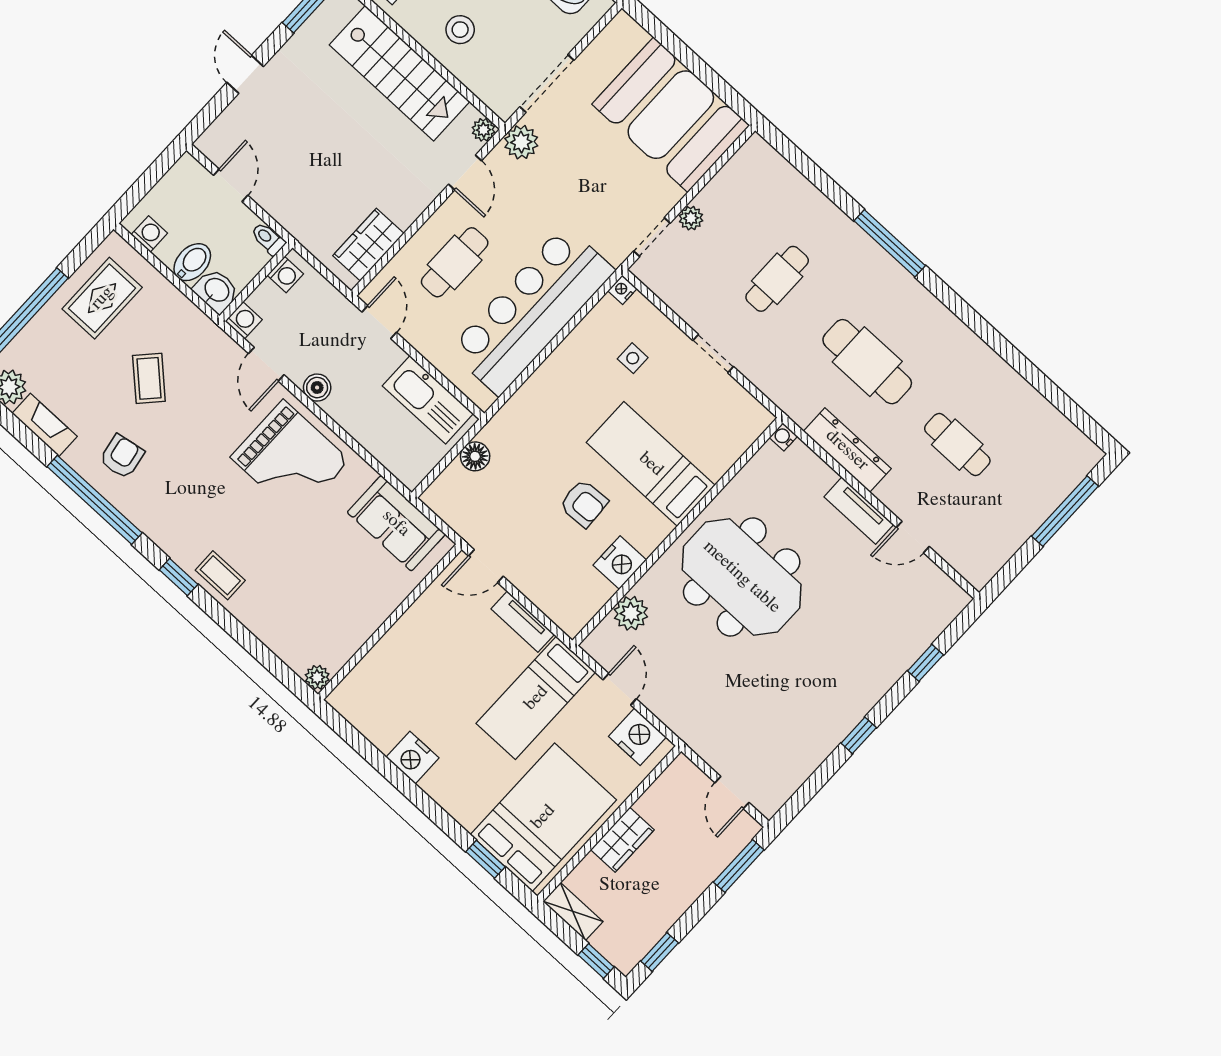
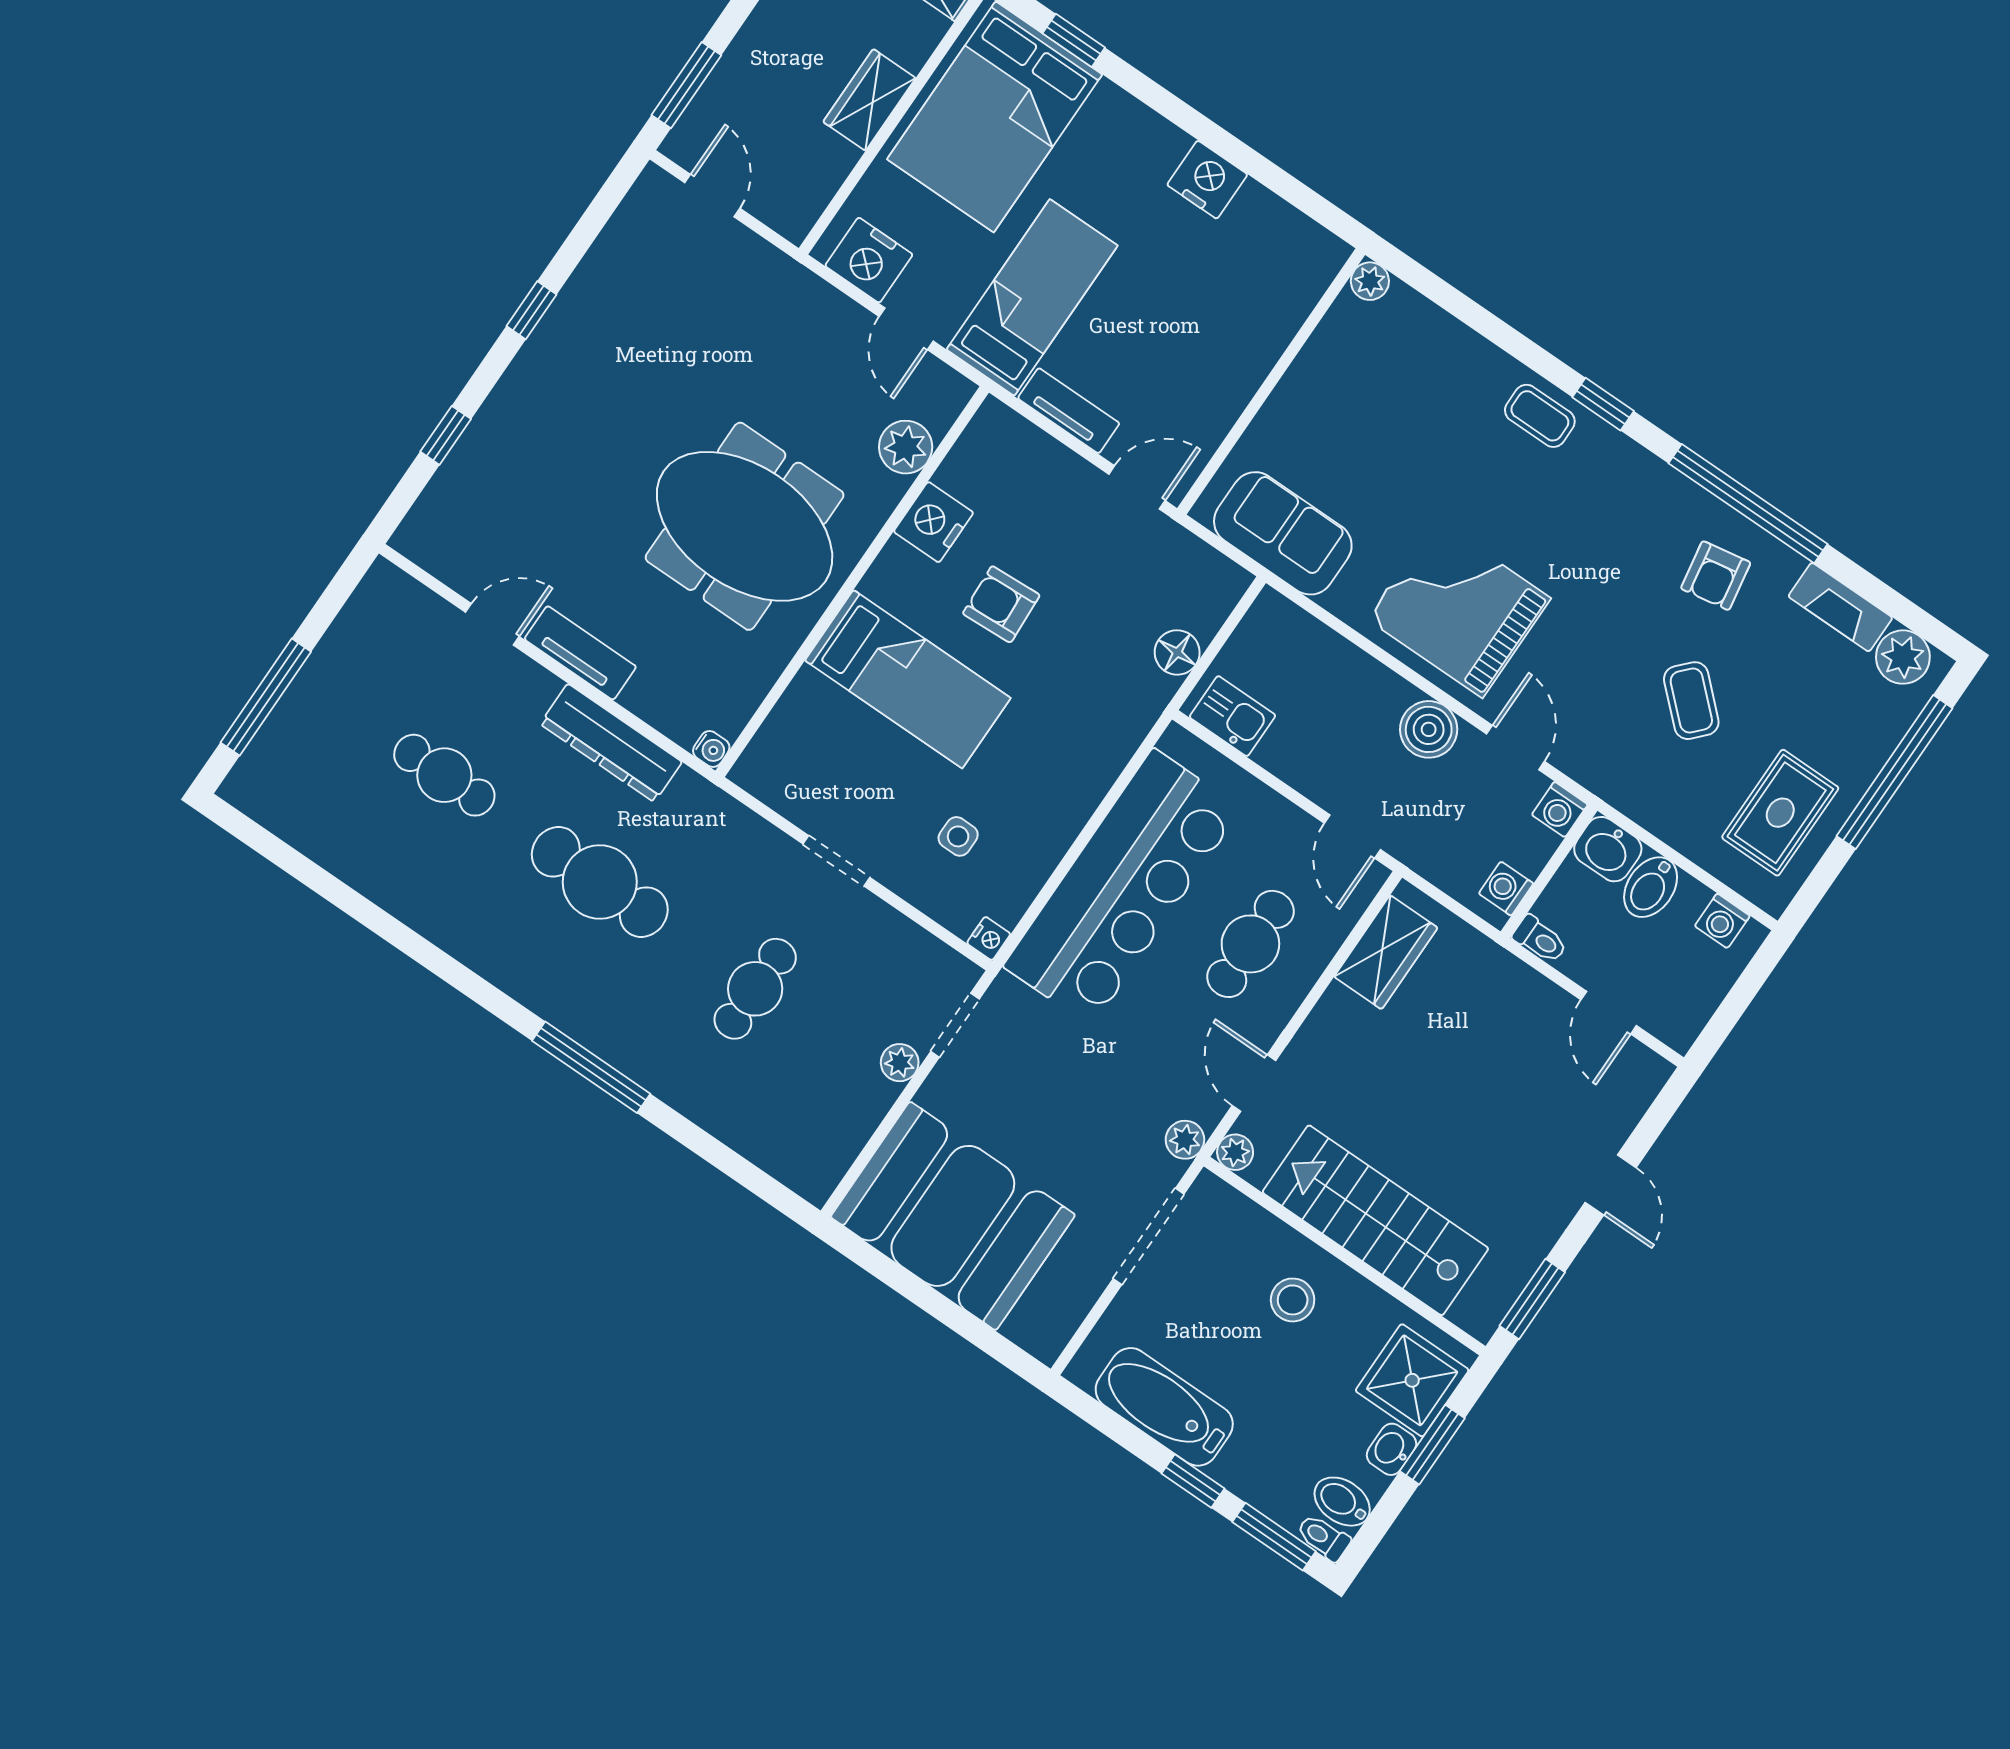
plant: (521, 142) -> (1185, 1140), width x0.73, depth x0.73
boiler: (317, 388) -> (1429, 729), width x1.36, depth x1.36
kitchen sink: (428, 400) -> (1232, 716), width x0.53, depth x0.81

